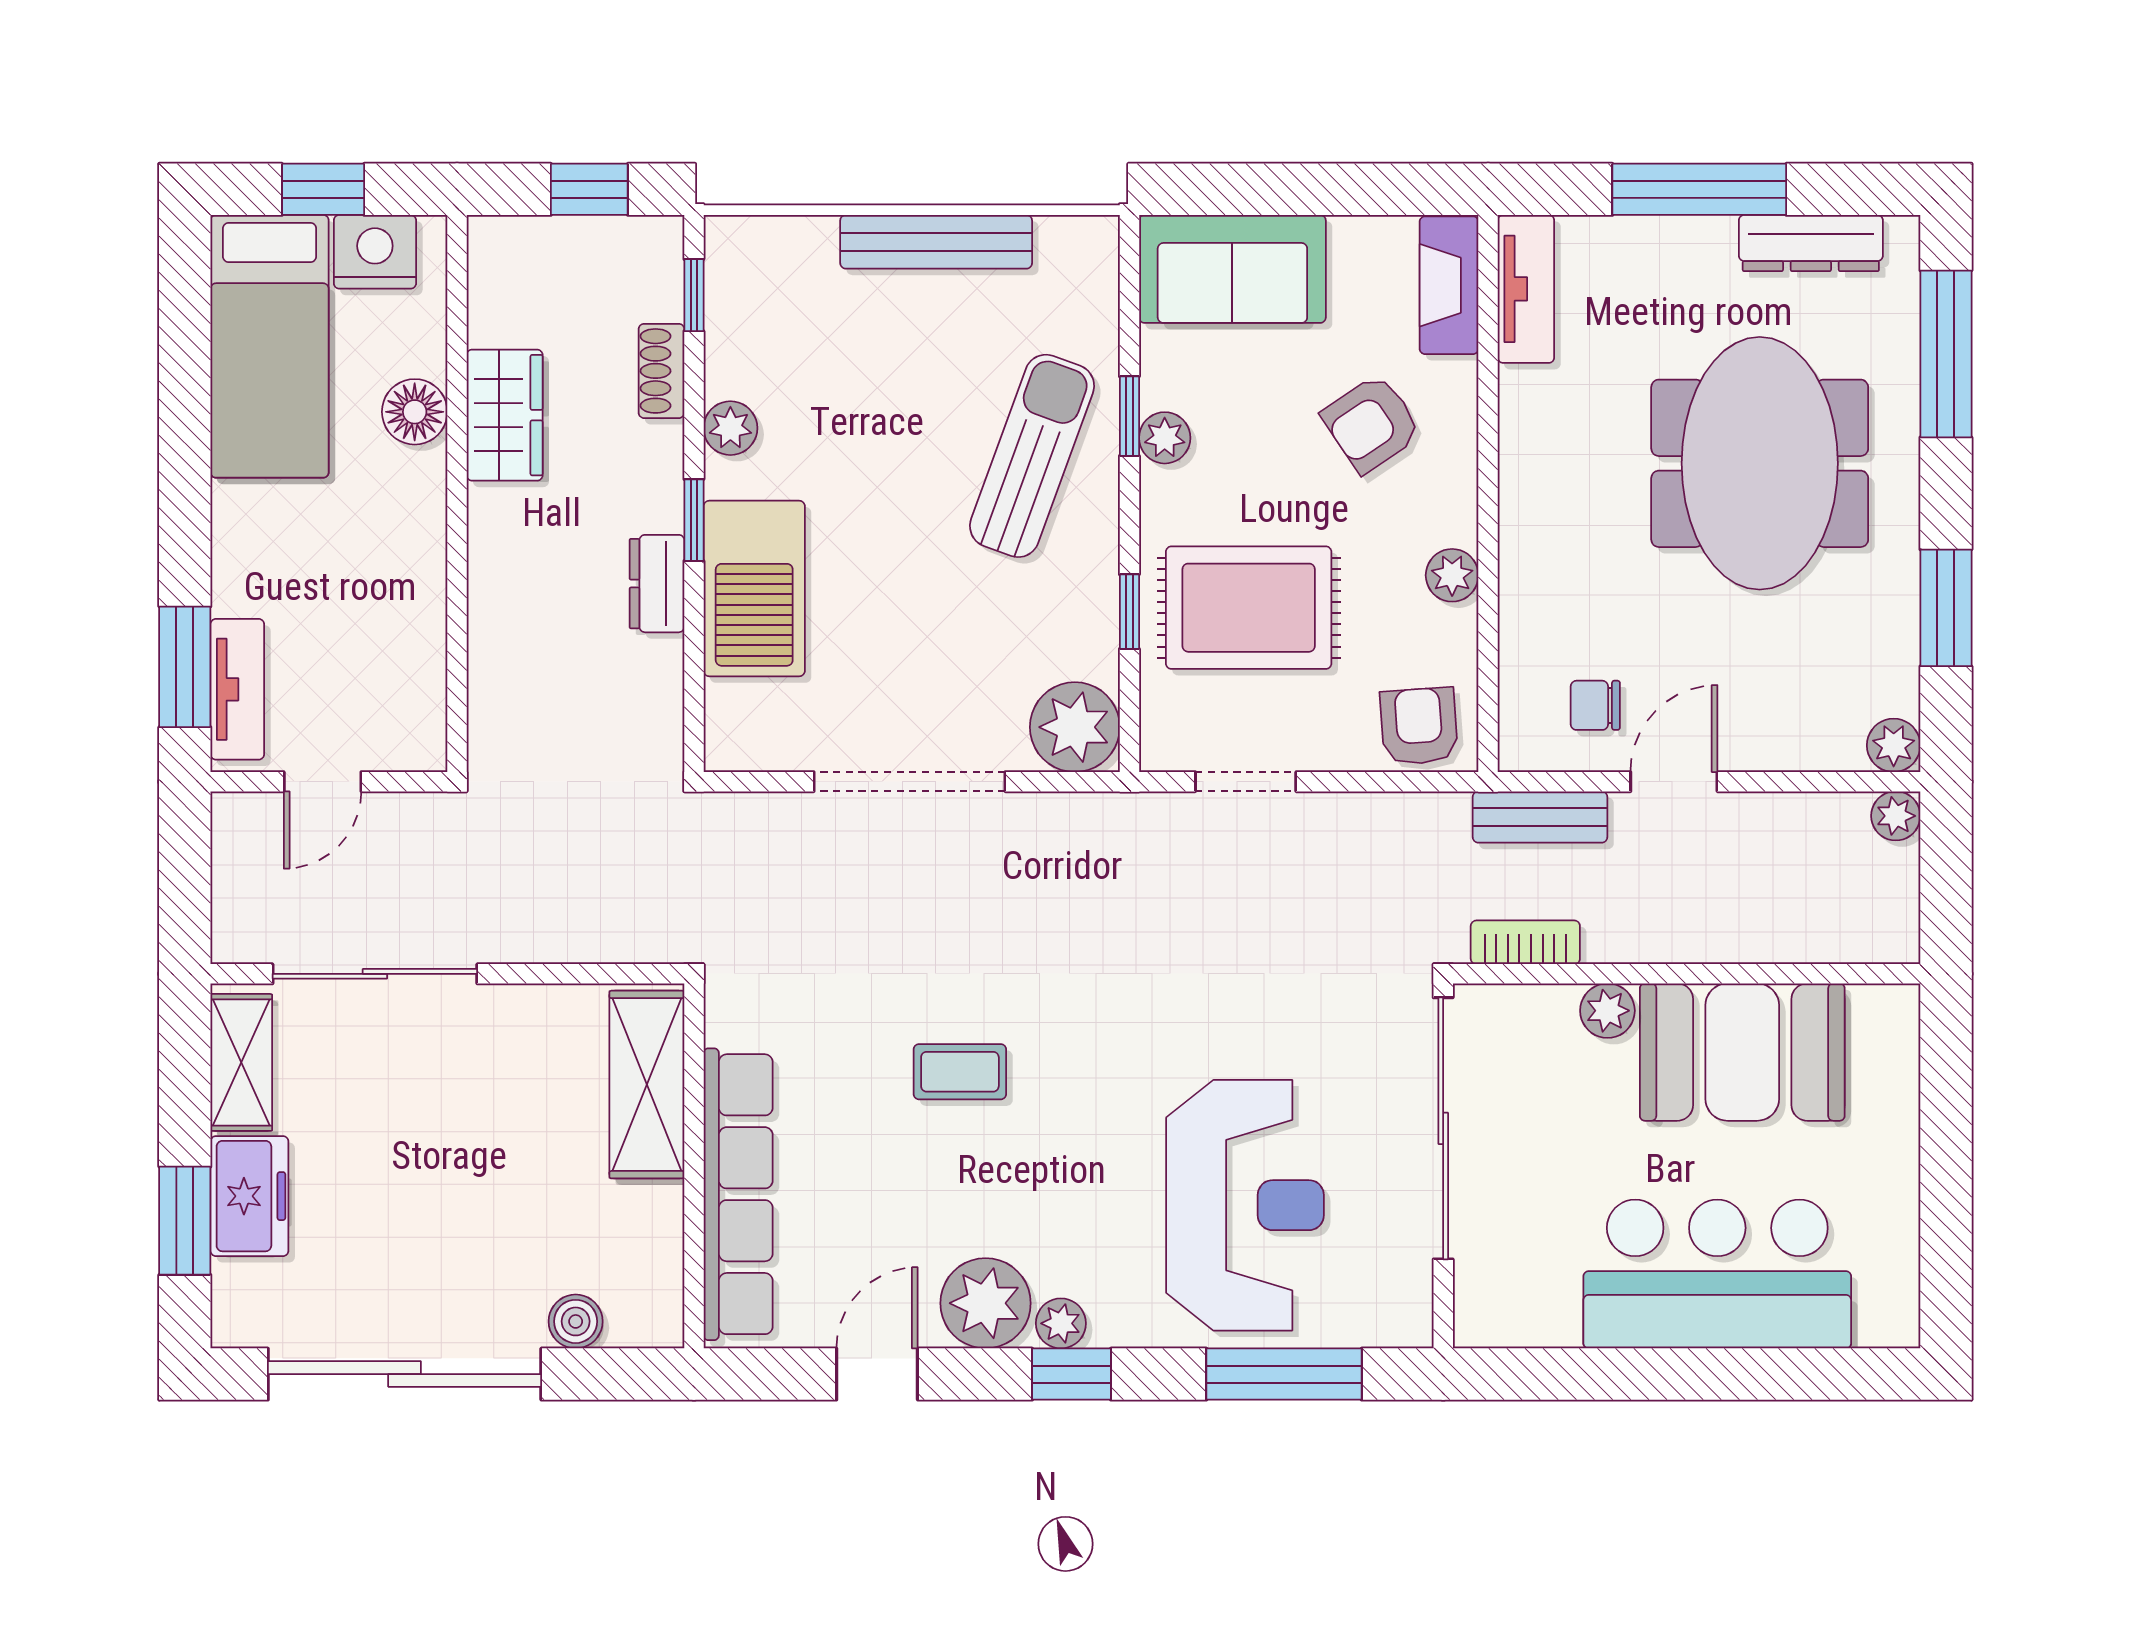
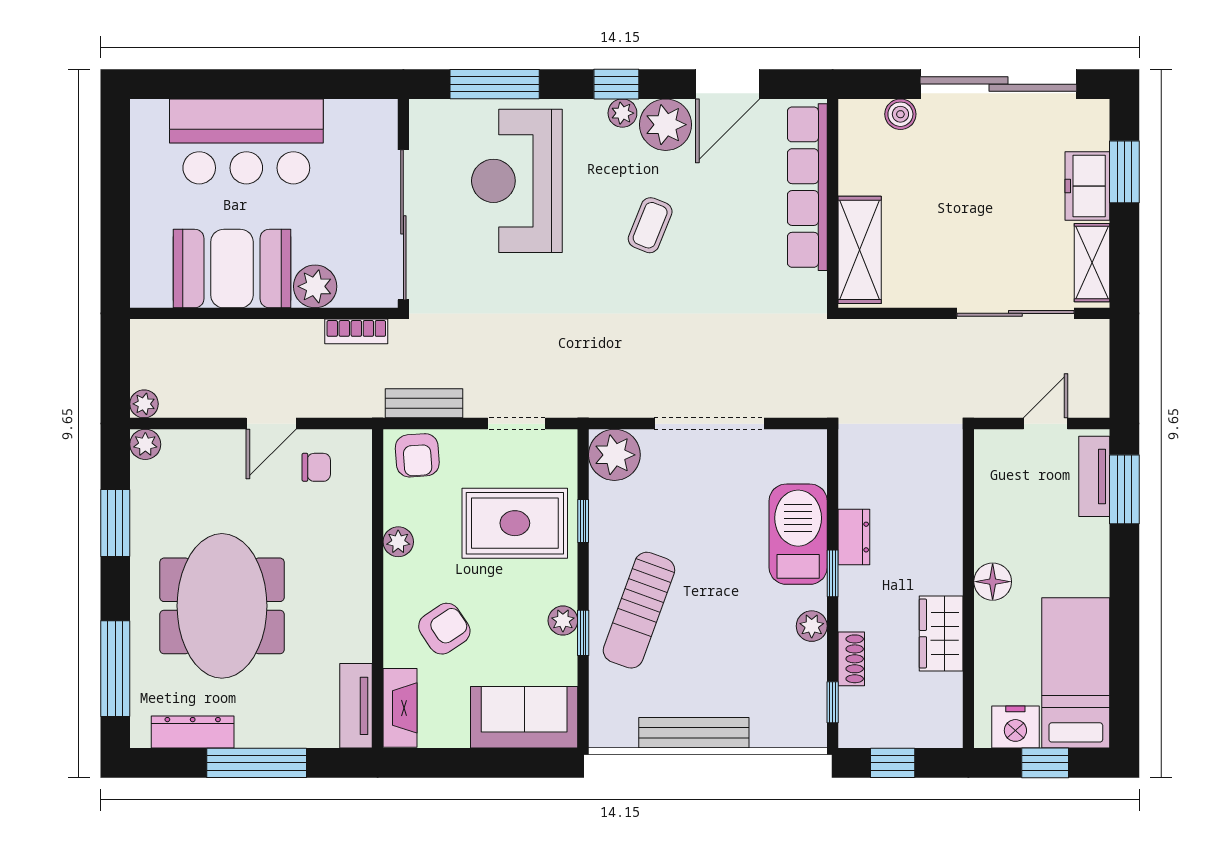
floor lamp: (415, 412) -> (993, 582), moved
bench: (1540, 817) -> (424, 403), moved
plant: (1607, 1011) -> (315, 286), width x1.38, depth x1.38
coffee table: (960, 1072) -> (650, 225), moved, turned -68
door: (877, 1374) -> (728, 84), width x1.38

